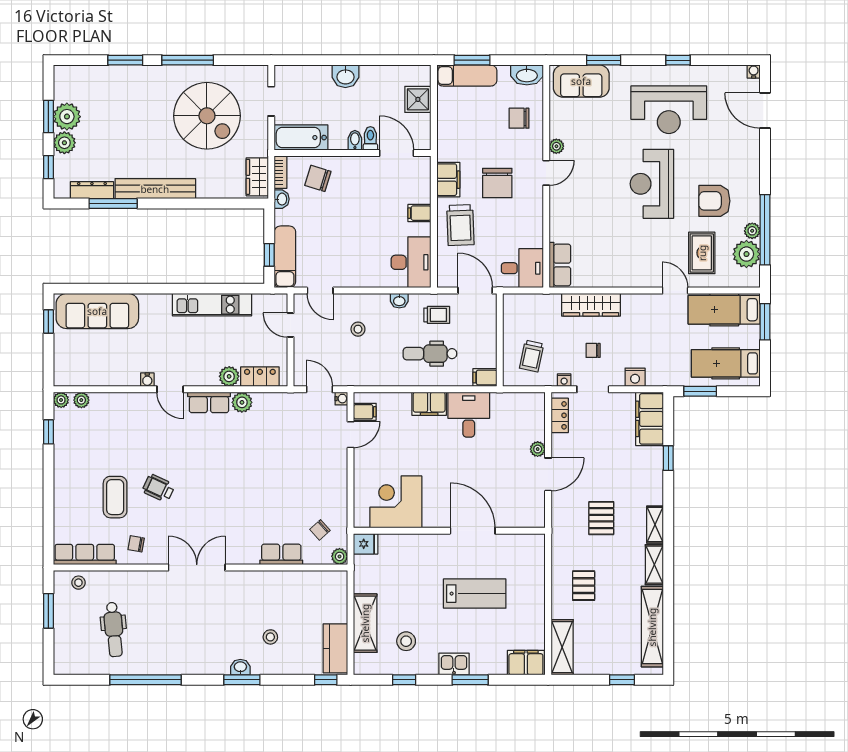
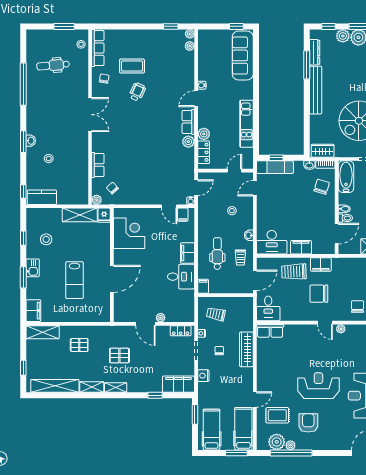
filing cabinet: (419, 213) -> (301, 247), width x2.00
shelving: (365, 623) -> (80, 215), moved

